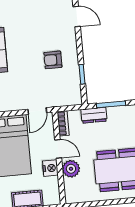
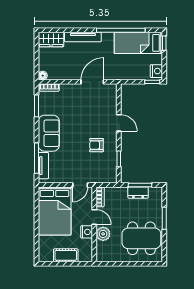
door: (77, 16) -> (119, 123), moved
dresser: (94, 115) -> (138, 193), moved

